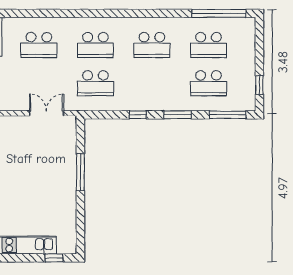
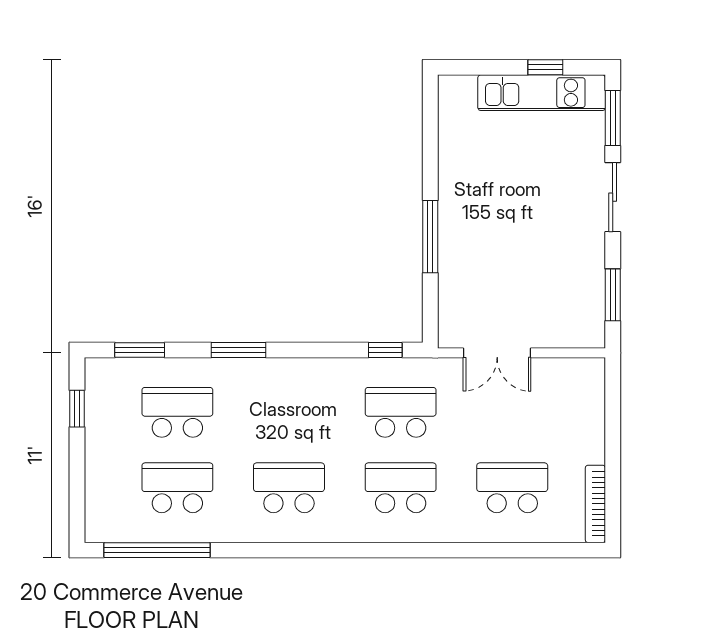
window: (138, 115) -> (385, 350), moved
window: (228, 115) -> (140, 350), width x0.69
window: (54, 258) -> (545, 67), moved

